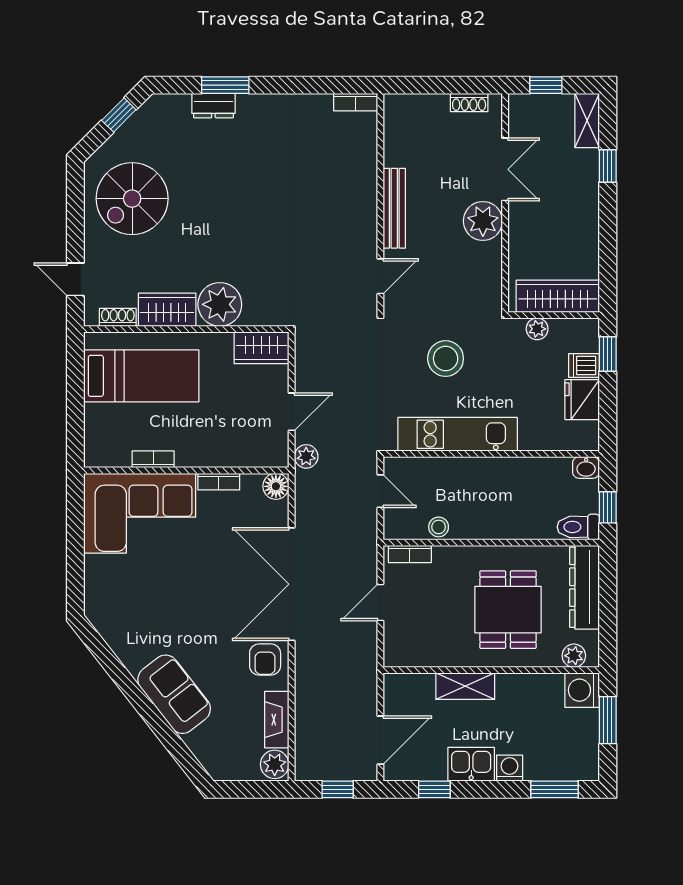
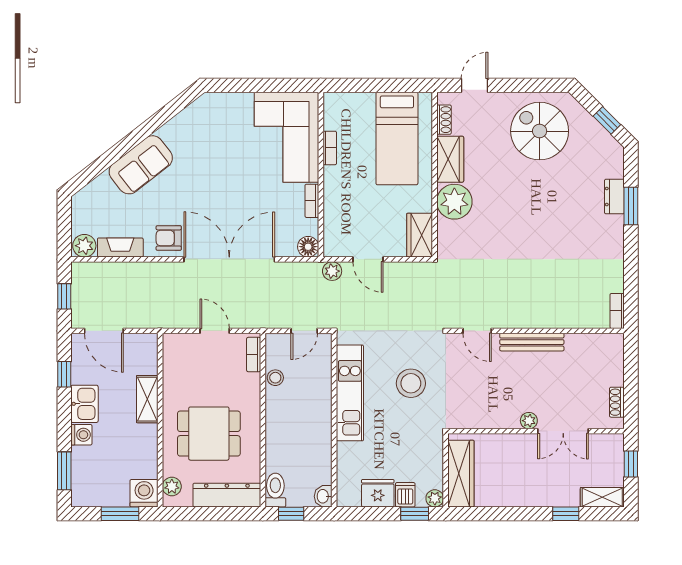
plant: (483, 221) -> (529, 421), width x0.53, depth x0.53
plant: (537, 329) -> (435, 498), moved

